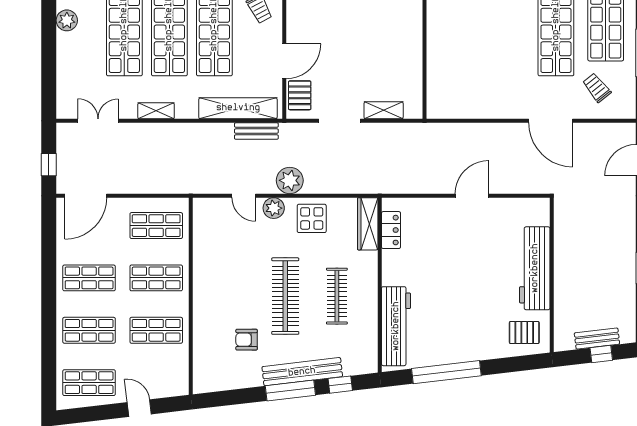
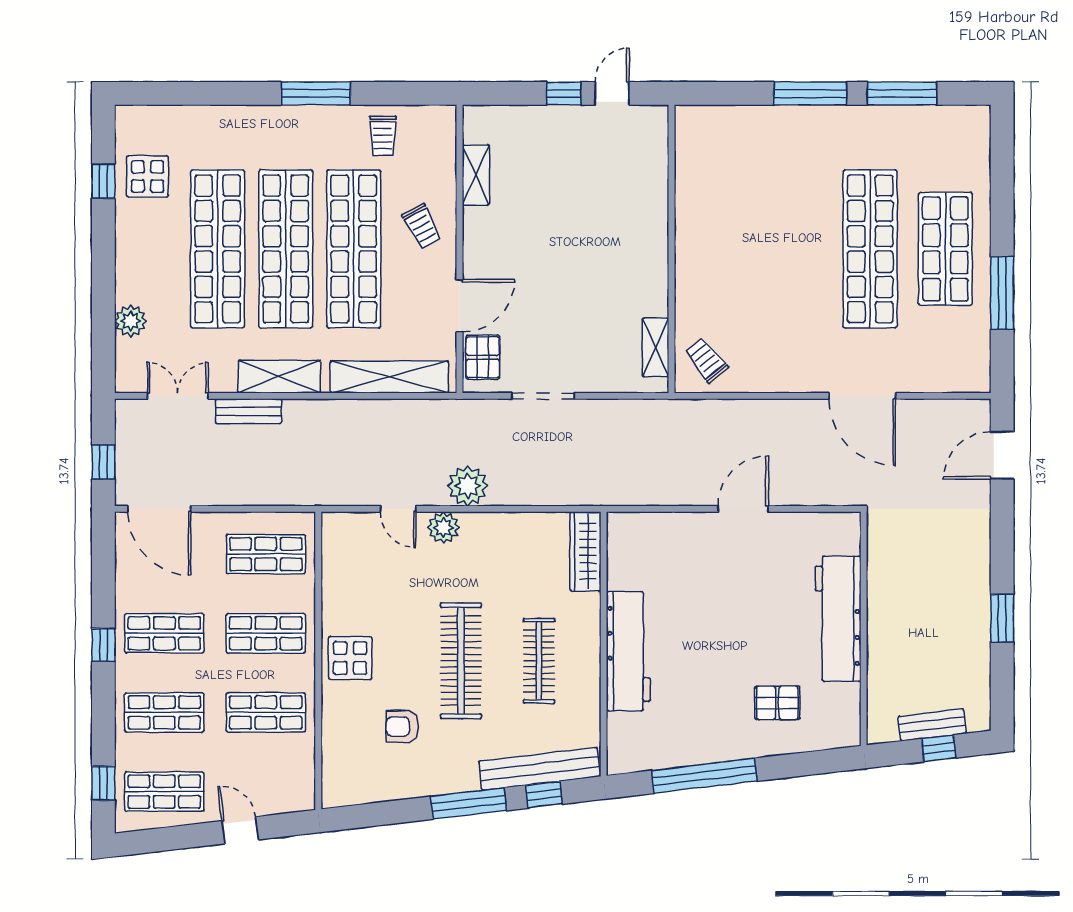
plant: (67, 20) -> (131, 321), moved
trolley: (597, 88) -> (707, 360), moved
shelving: (384, 110) -> (655, 347), moved, turned 90
shelving: (156, 111) -> (279, 377), width x1.50, depth x1.33
bench: (256, 131) -> (249, 411), moved
door: (86, 196) -> (159, 509), hinge flipped
display table: (312, 218) -> (350, 658), moved
locker: (391, 230) -> (621, 561), removed
window: (49, 286) -> (103, 645), added
workbench: (396, 326) -> (628, 651), moved
pallet: (524, 333) -> (777, 703), moved
bench: (302, 372) -> (539, 769), moved
window: (49, 377) -> (103, 783), added

